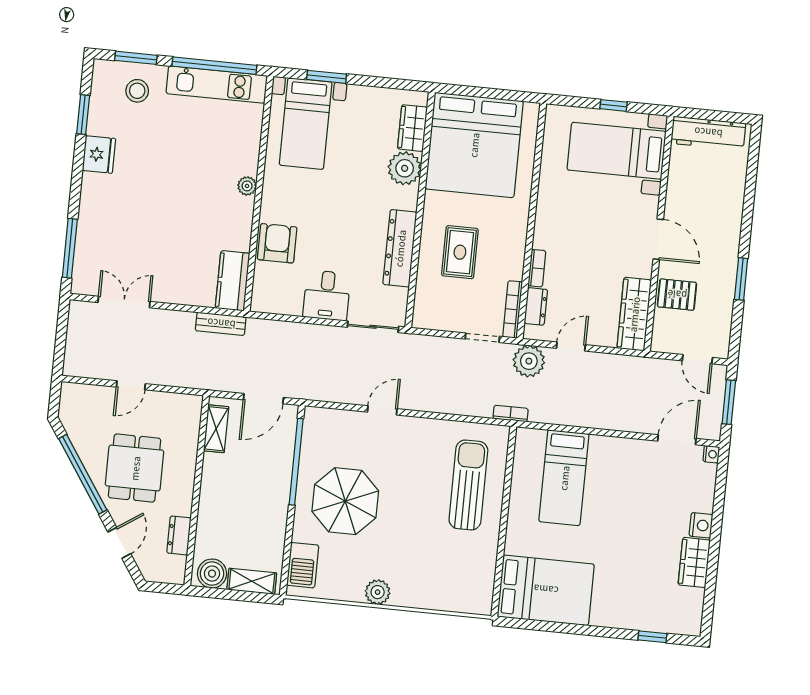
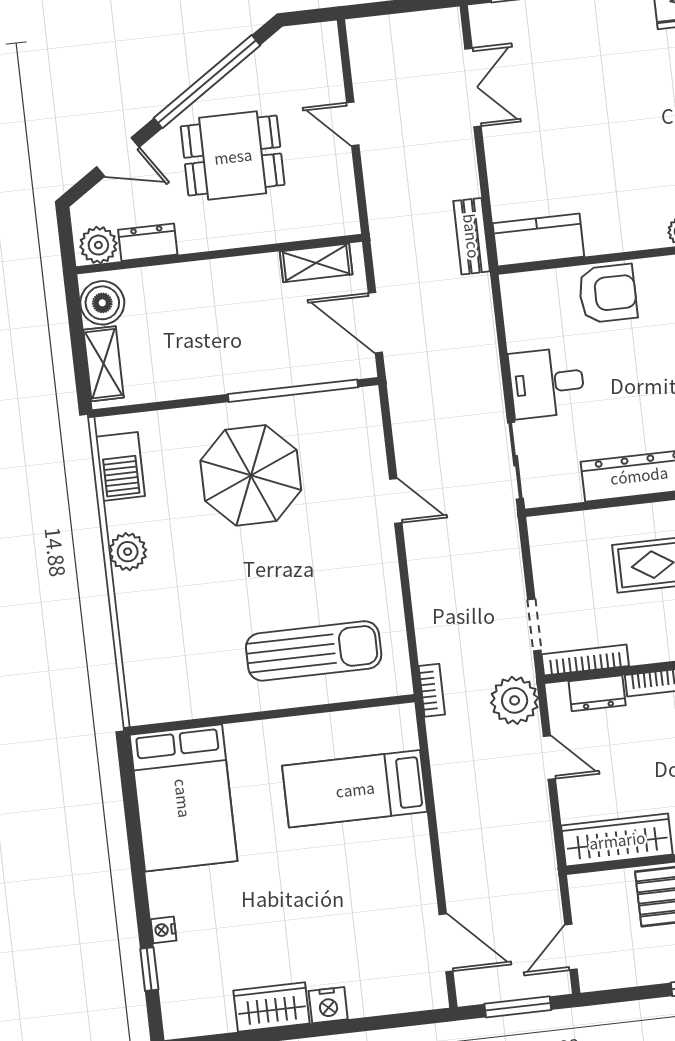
nightstand: (711, 454) -> (163, 930), moved, turned 90
barbecue: (303, 565) -> (120, 466), moved, turned -90
plant: (174, 568) -> (98, 245), added

